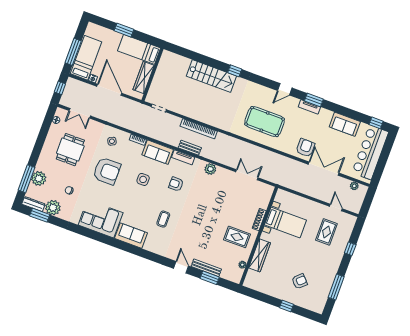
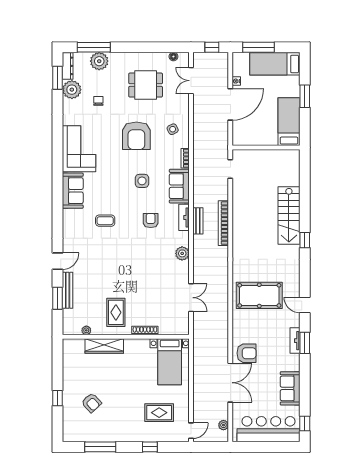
bed: (86, 58) -> (275, 64), moved, turned 180
wardrobe: (144, 78) -> (259, 139), removed
pool table: (265, 122) -> (259, 295), turned 90
door: (336, 208) -> (191, 431), moved
bed with nightstands: (285, 222) -> (170, 362), moved

